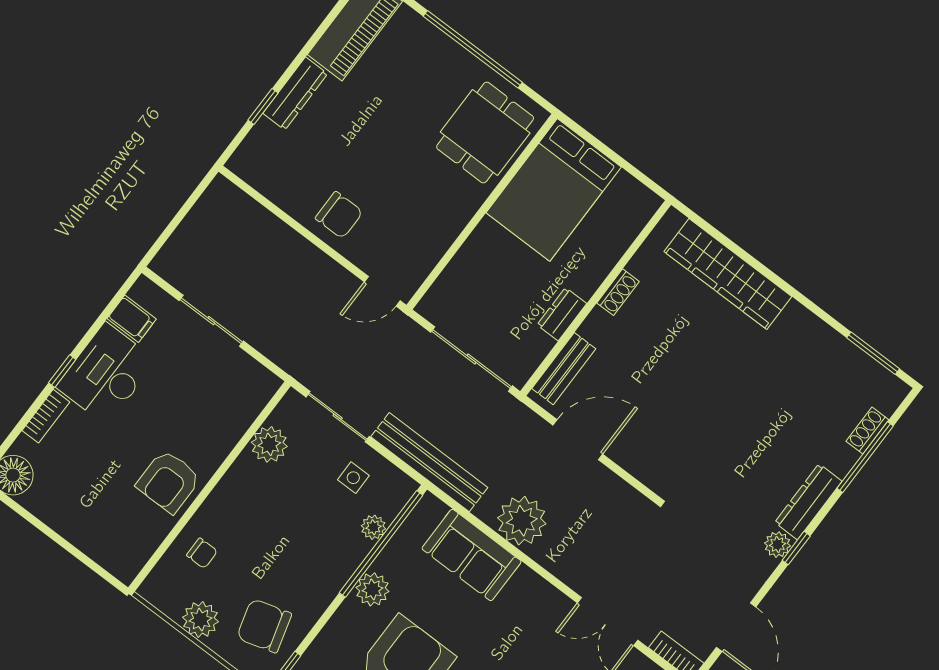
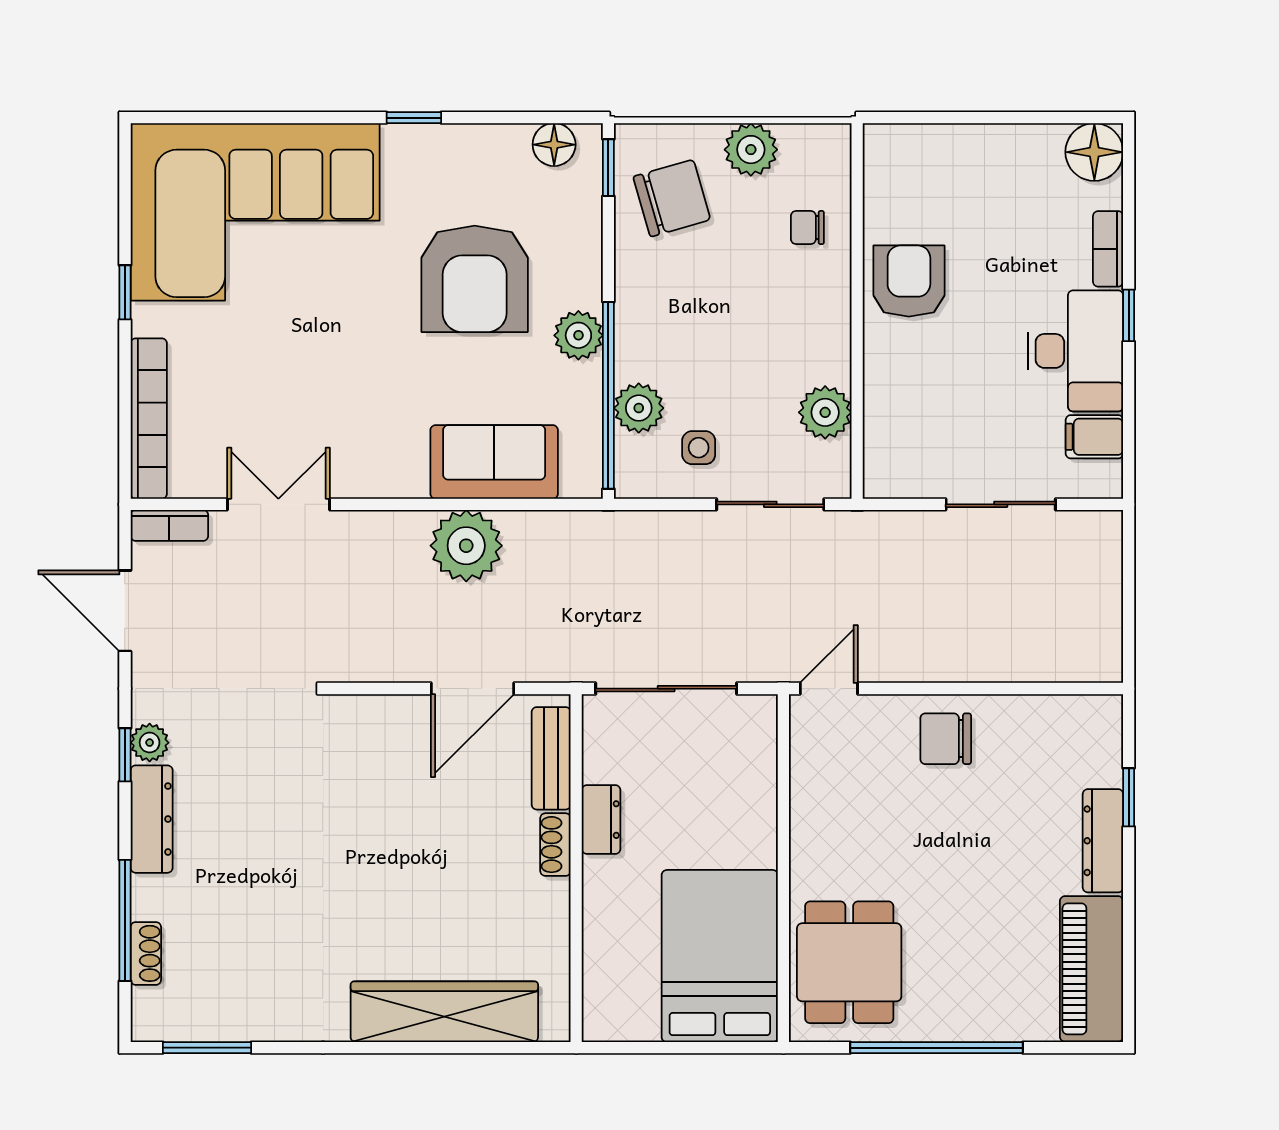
shoe rack: (618, 292) -> (555, 845), moved
bench: (429, 462) -> (625, 532), removed
plant: (373, 527) -> (639, 408), width x1.38, depth x1.38

